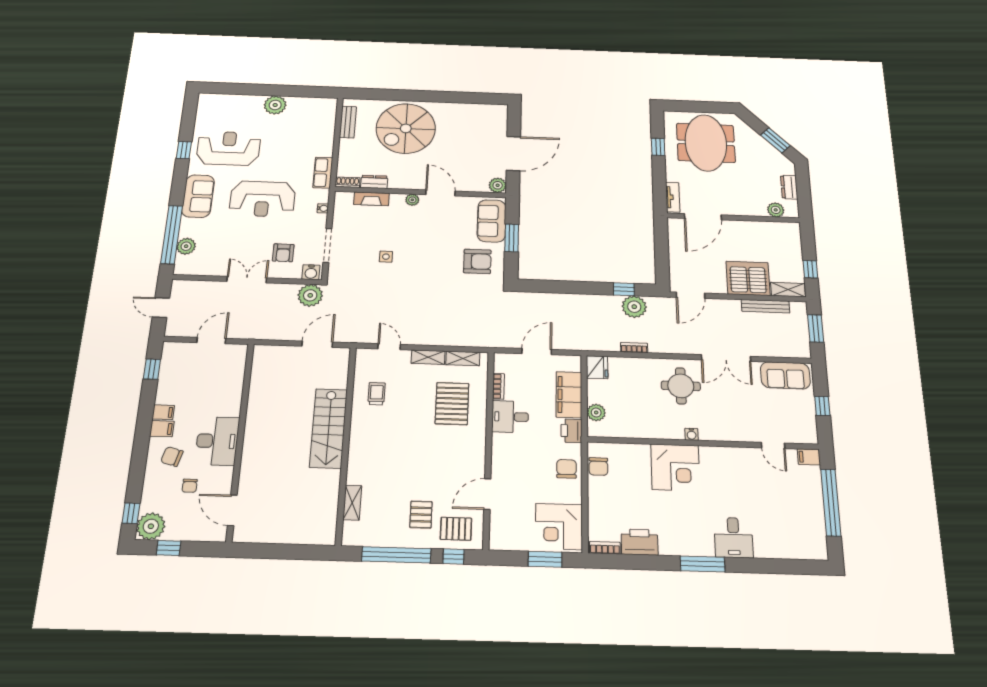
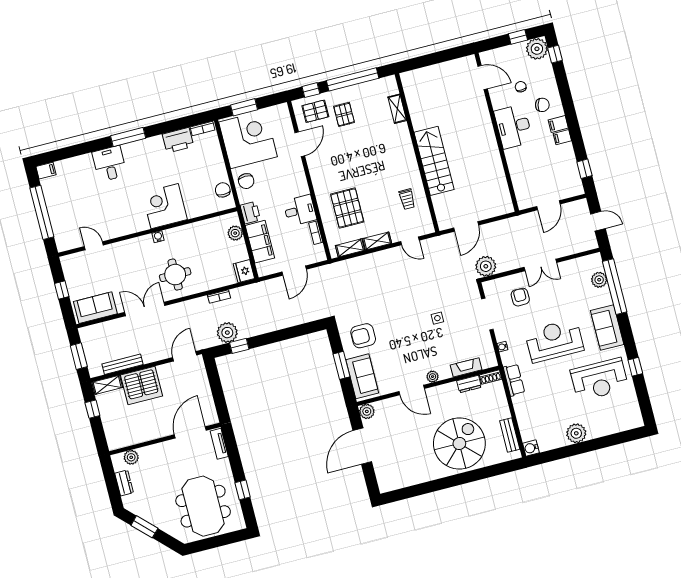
water cooler: (311, 272) -> (531, 448), moved, turned -90
filing cabinet: (809, 457) -> (46, 171), moved
corner desk: (559, 527) -> (248, 139), width x1.36, depth x1.36

